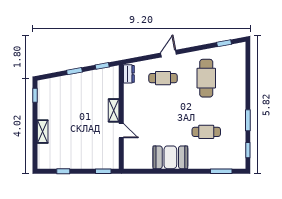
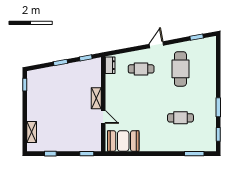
door: (169, 54) -> (156, 45), moved
shelving: (43, 132) -> (32, 132), moved
booth: (170, 157) -> (123, 141), moved

